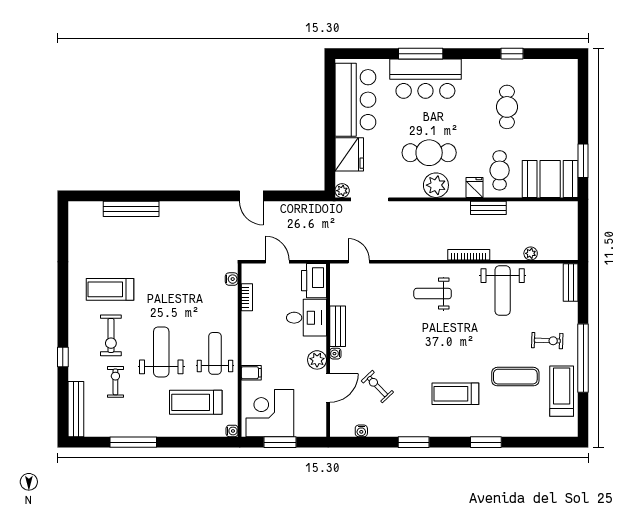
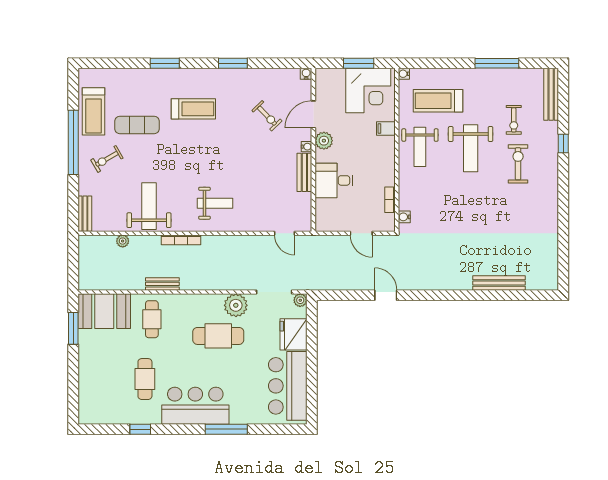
bar counter: (425, 79) -> (195, 406), moved
plant: (436, 185) -> (236, 305), moved
fridge: (474, 188) -> (176, 303), removed
printer: (314, 281) -> (327, 215), removed
treadmill: (110, 289) -> (519, 207), removed
exercise bike: (547, 341) -> (107, 159), turned -32
treadmill: (196, 402) -> (438, 101), turned 180
water cooler: (361, 431) -> (306, 74), moved

